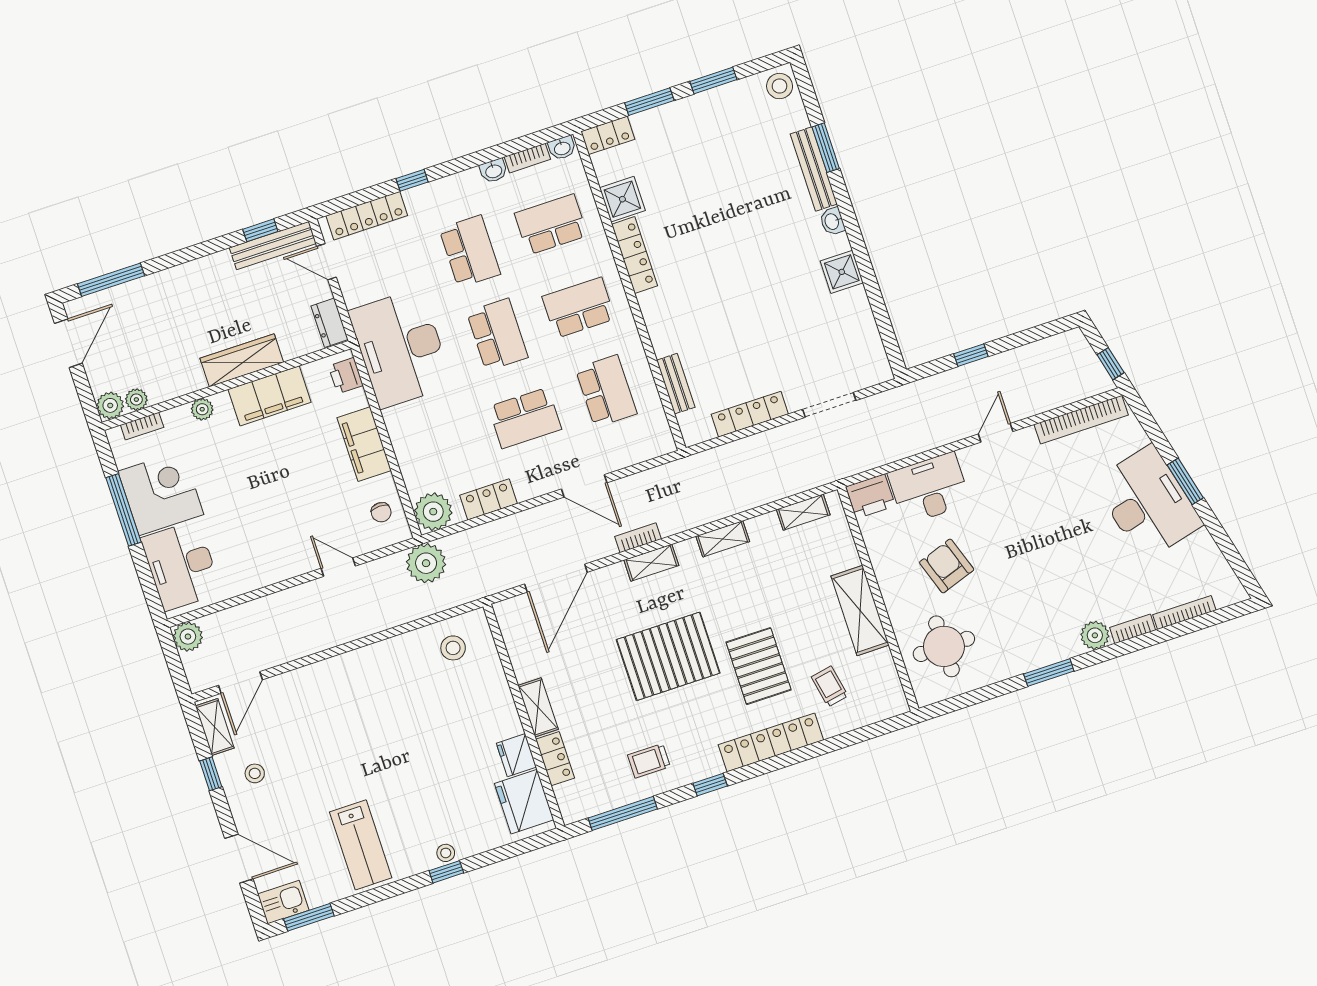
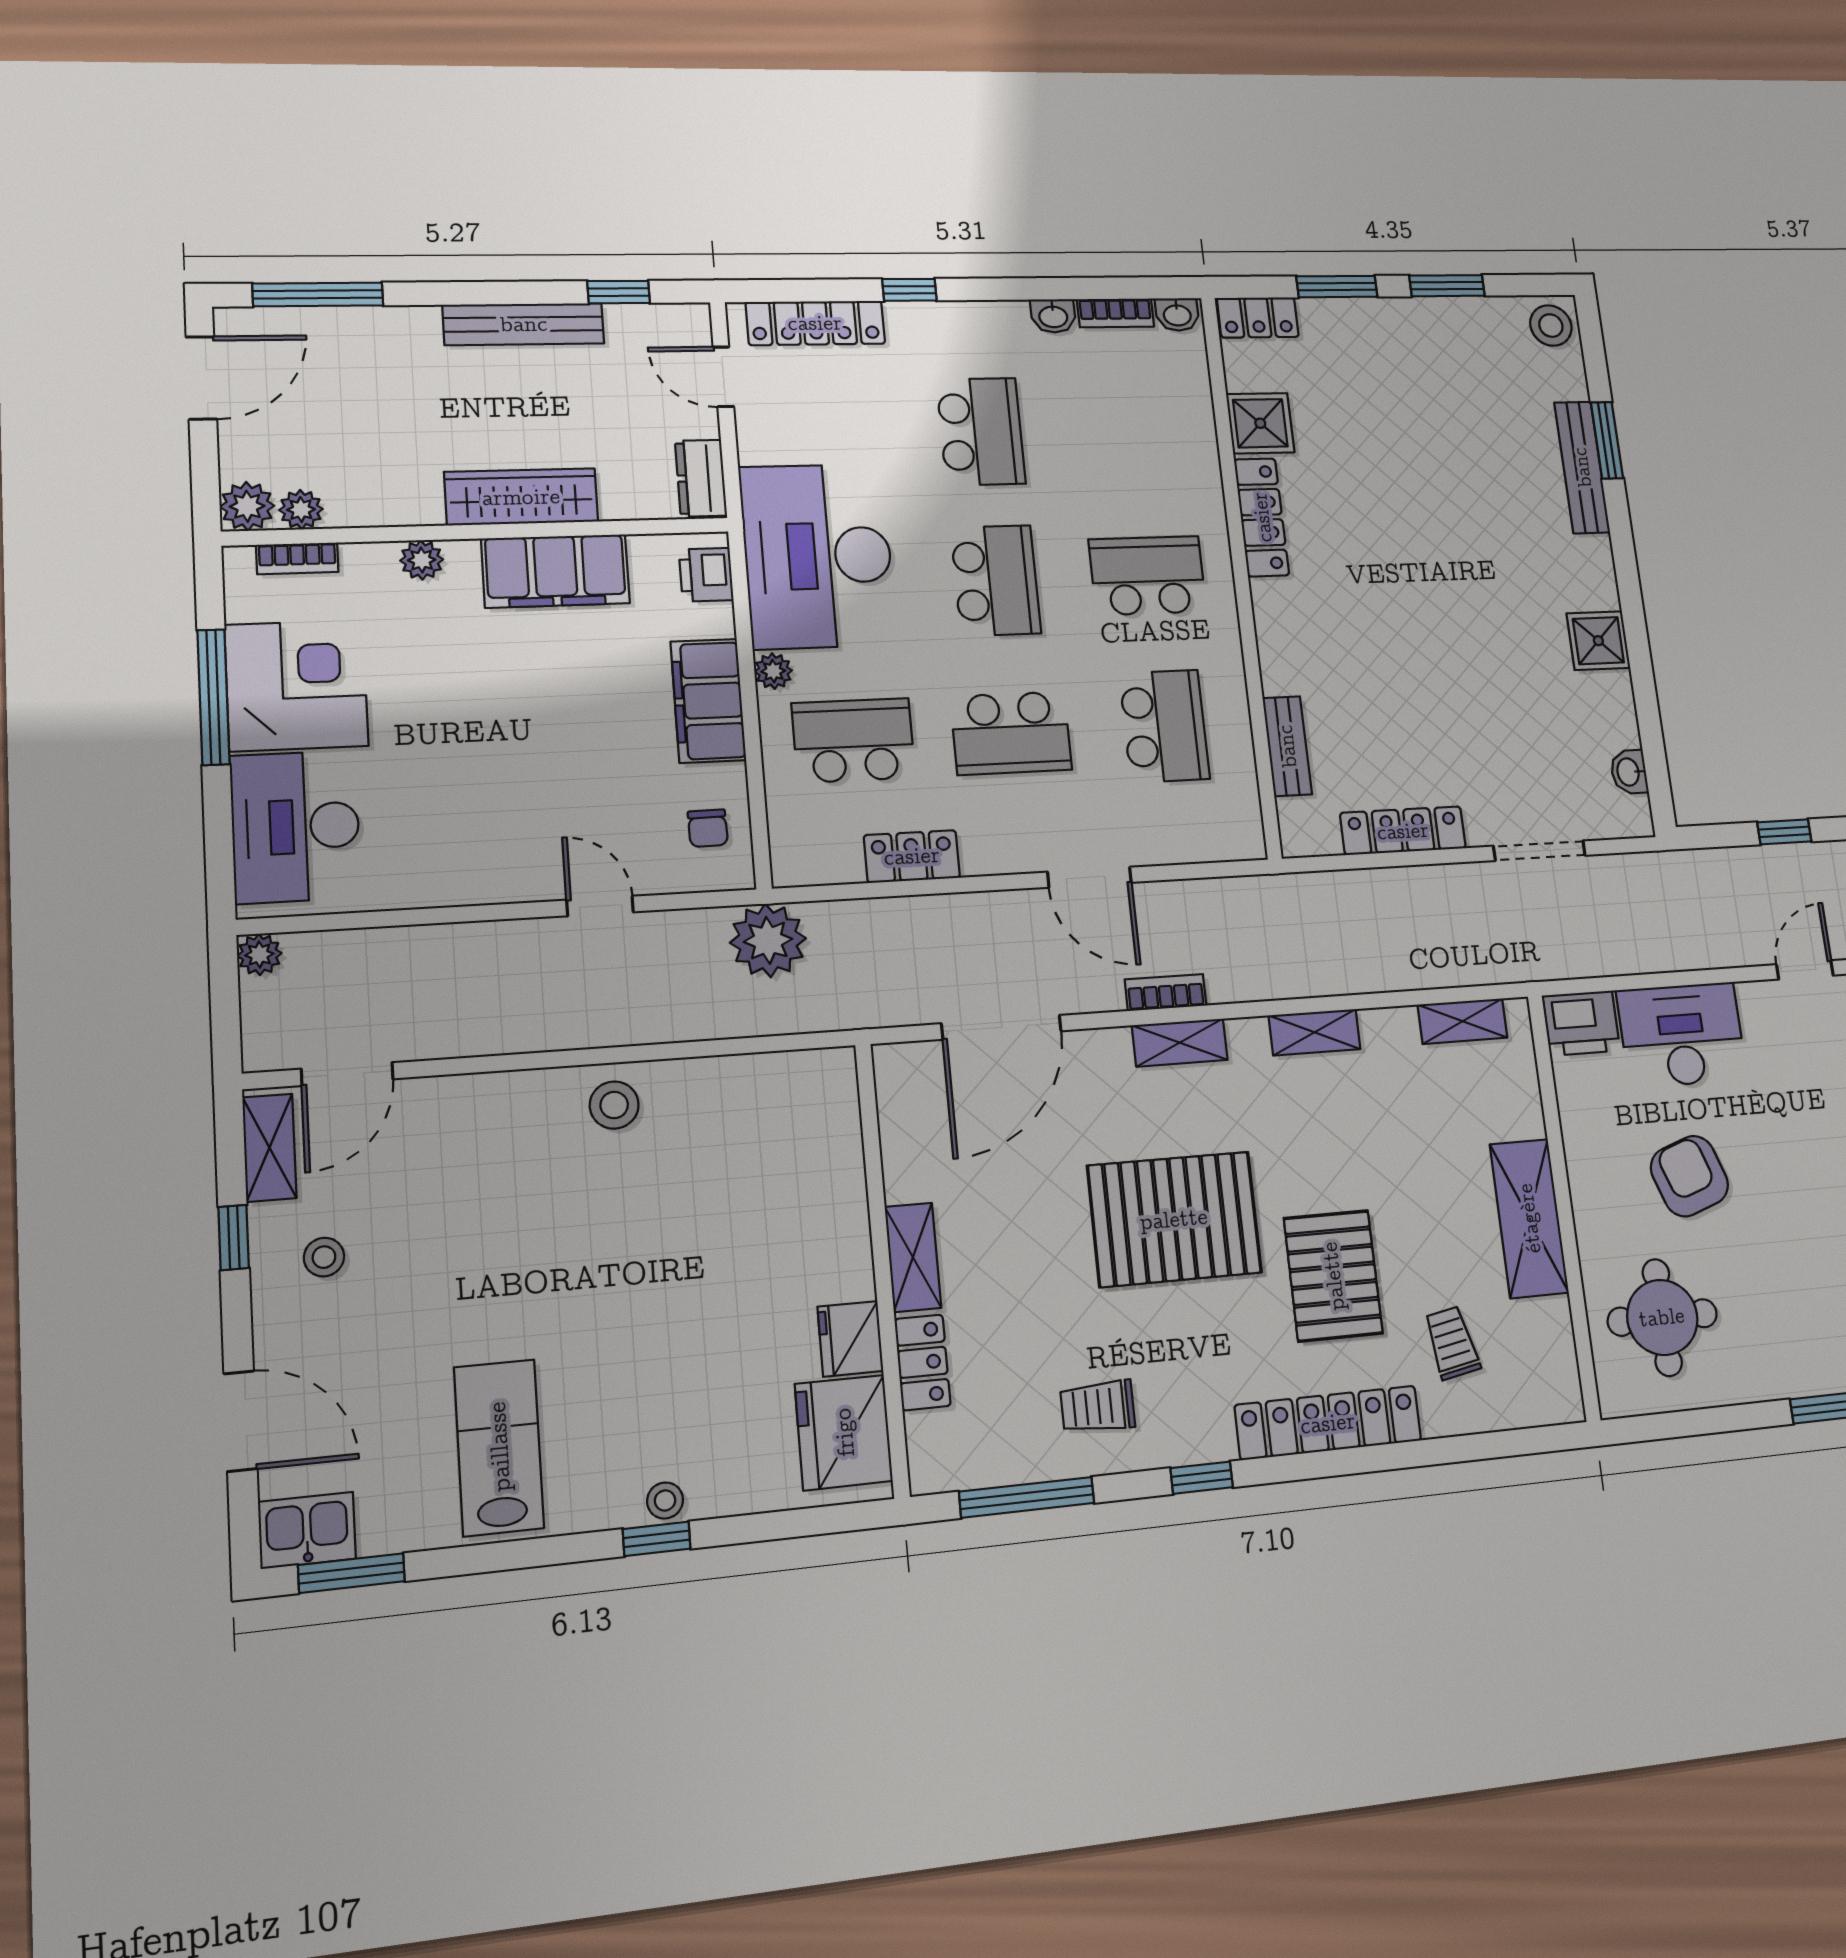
washbasin: (832, 221) -> (1629, 772), moved
school desk: (551, 224) -> (853, 740), moved
bench: (273, 246) -> (524, 324), moved
plant: (433, 512) -> (773, 671), moved, width x0.53, depth x0.53
plant: (188, 637) -> (259, 955), width x0.73, depth x0.73
stool: (453, 648) -> (614, 1105), moved
lab bench: (361, 845) -> (499, 1447), turned 180

